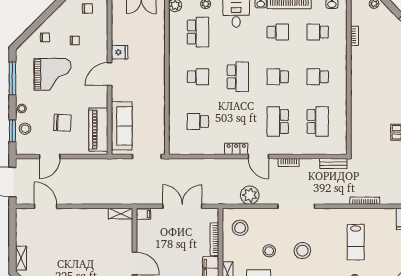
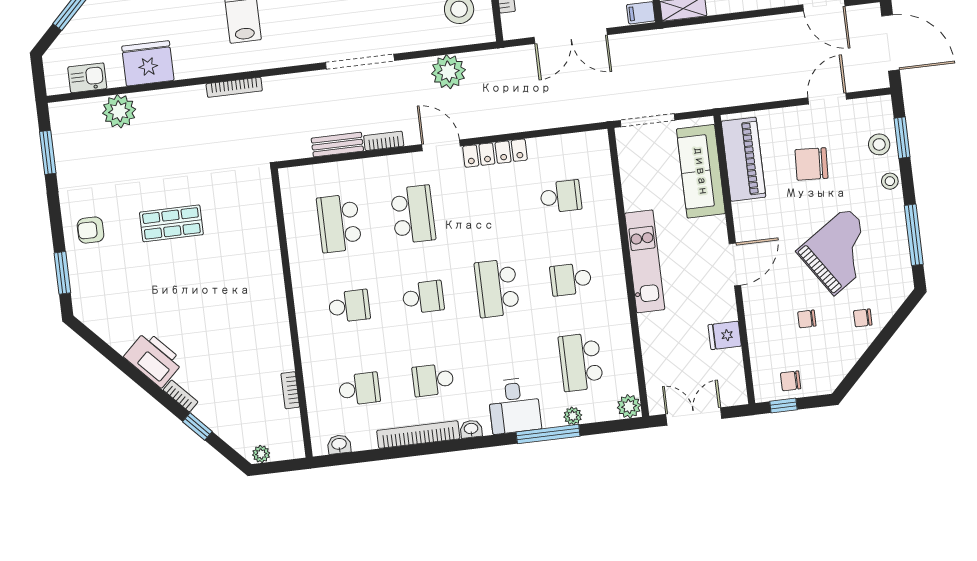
fridge: (120, 52) -> (725, 335), moved
grand piano: (52, 74) -> (841, 251), turned 146
kitchen unit: (157, 82) -> (645, 261), added
locker: (236, 149) -> (495, 153), width x1.53
bench: (333, 164) -> (337, 145), moved

